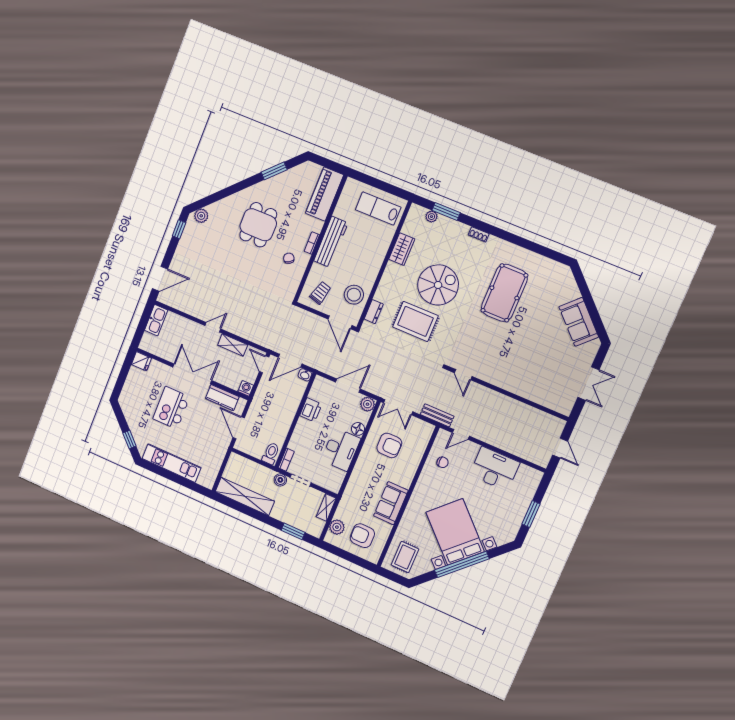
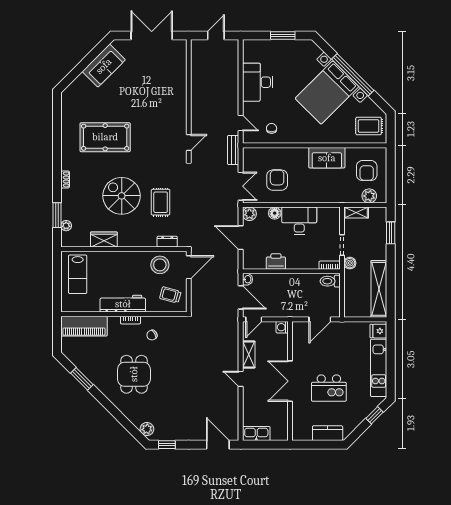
dining table: (258, 225) -> (134, 374), turned 90
rug: (415, 321) -> (161, 202), width x0.73, depth x0.70
fridge: (141, 361) -> (378, 331), moved, turned -90
double door: (588, 384) -> (152, 36), width x1.37
kitchen counter: (222, 398) -> (328, 433), moved, turned -90

